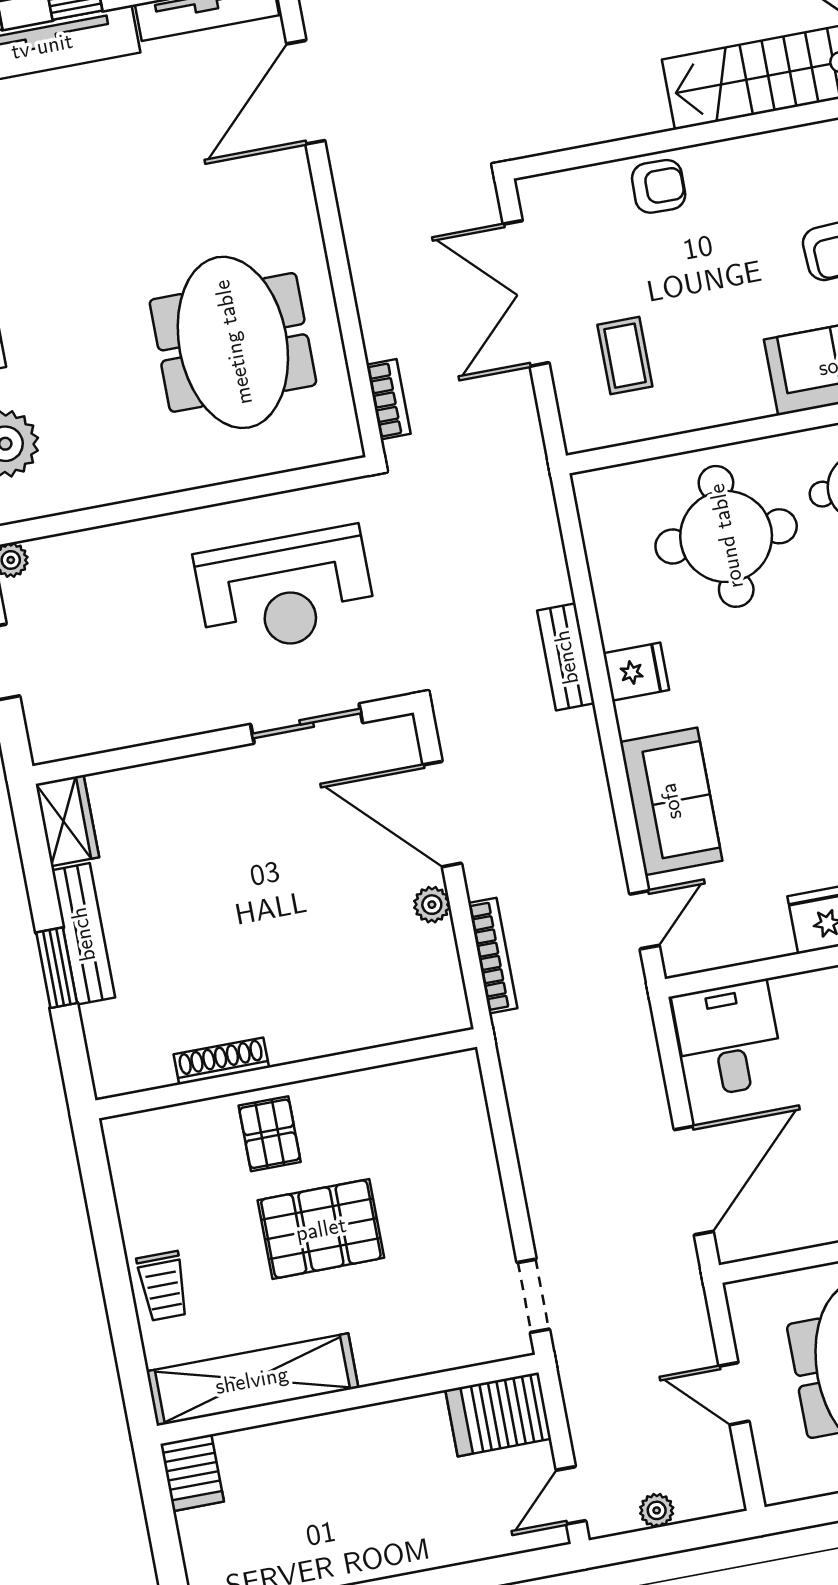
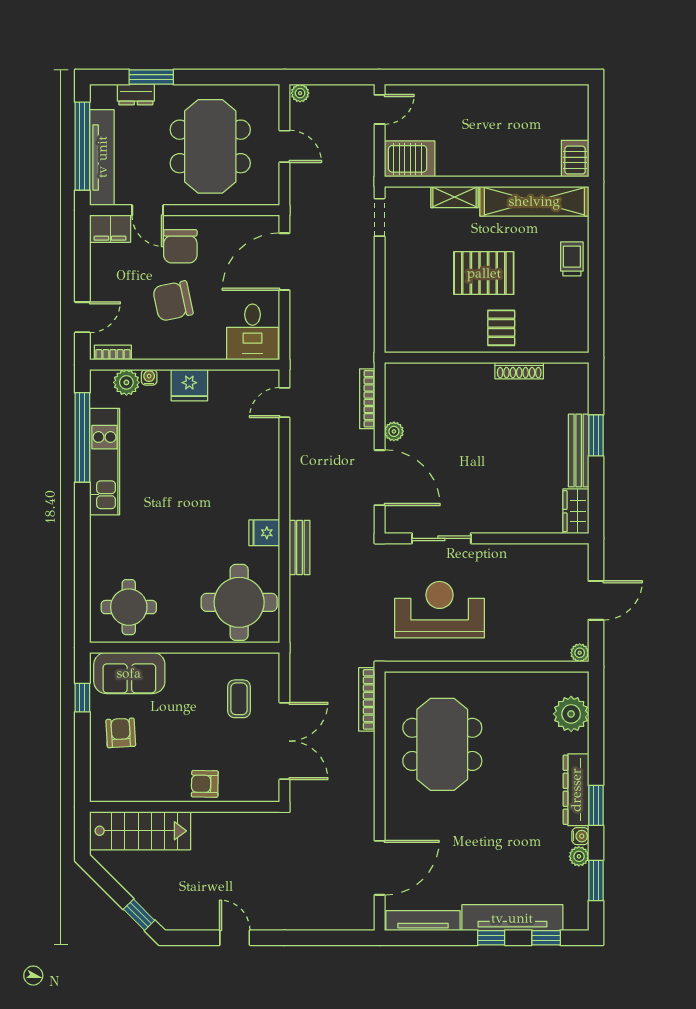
bookcase: (389, 399) -> (367, 699), width x1.56
round table: (726, 536) -> (239, 602), moved
sofa: (671, 801) -> (259, 462), removed
shelving: (402, 1360) -> (454, 197), added
plant: (657, 1510) -> (300, 93), moved

